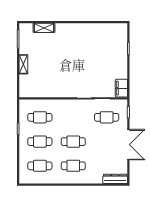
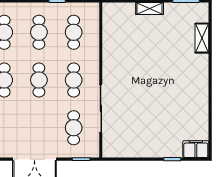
filing cabinet: (121, 88) -> (196, 149), moved
cafe table: (73, 117) -> (74, 80), added

